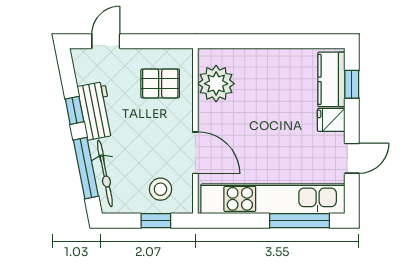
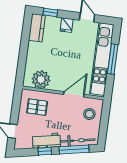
kitchen counter: (331, 79) -> (37, 28), moved, turned -90
pallet: (160, 83) -> (37, 107), turned 90
window: (156, 221) -> (105, 118), removed
window: (300, 221) -> (113, 59), moved

